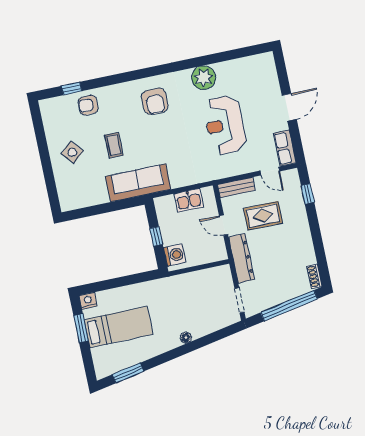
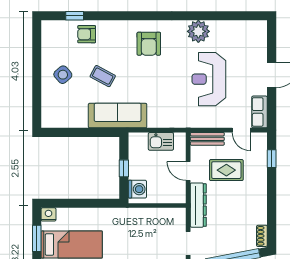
coffee table: (114, 145) -> (103, 76), turned -62

